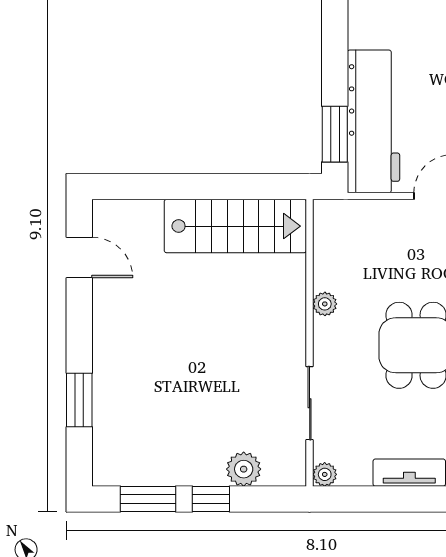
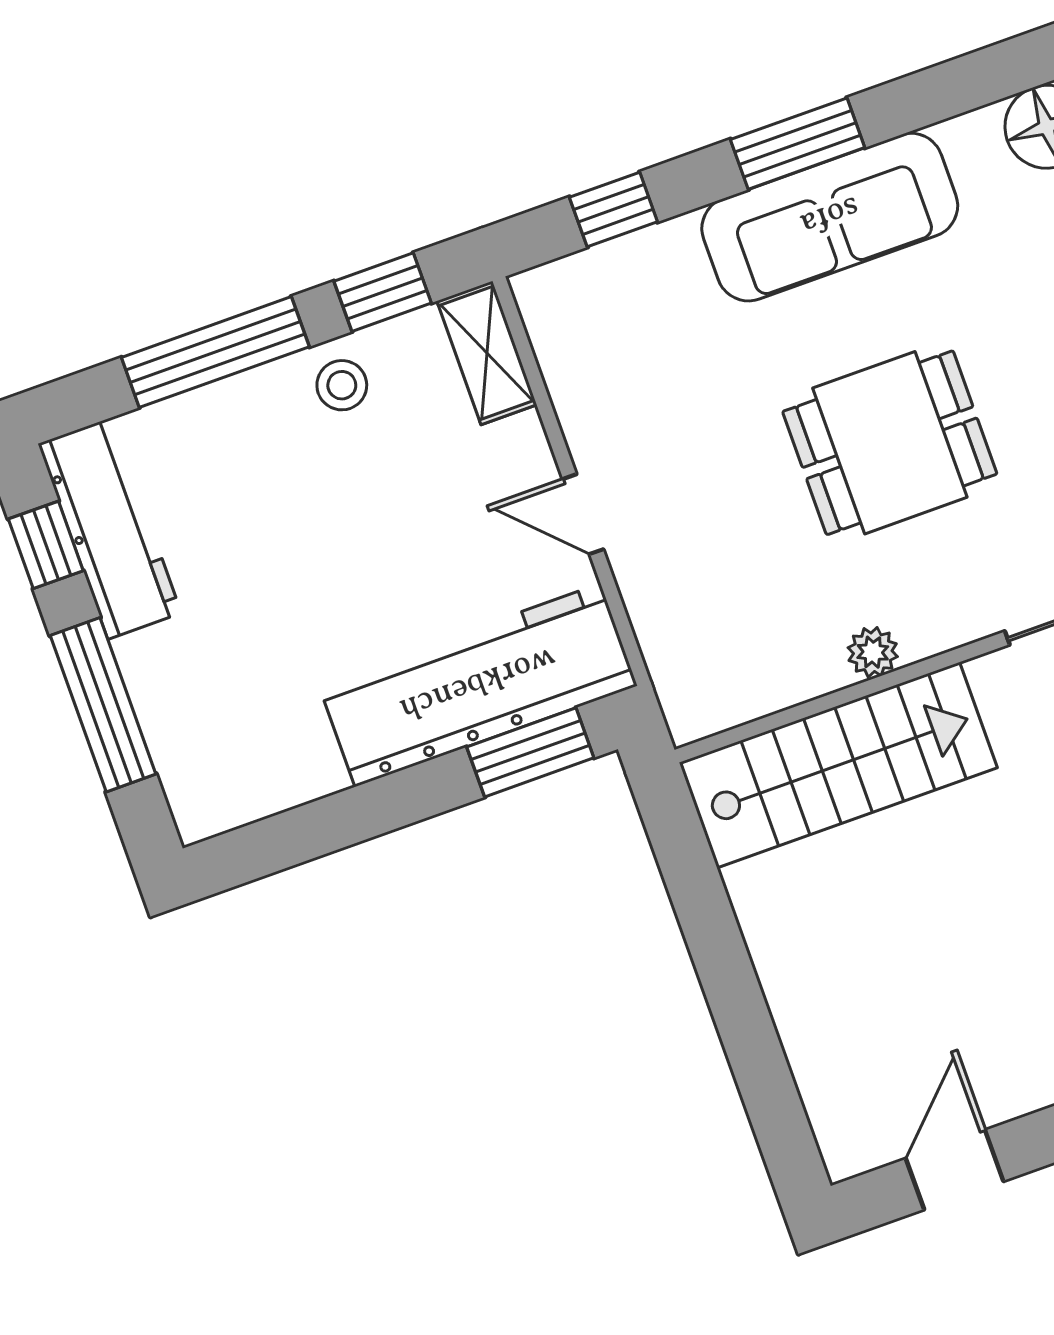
stairs: (235, 226) -> (838, 765), moved, turned 90

